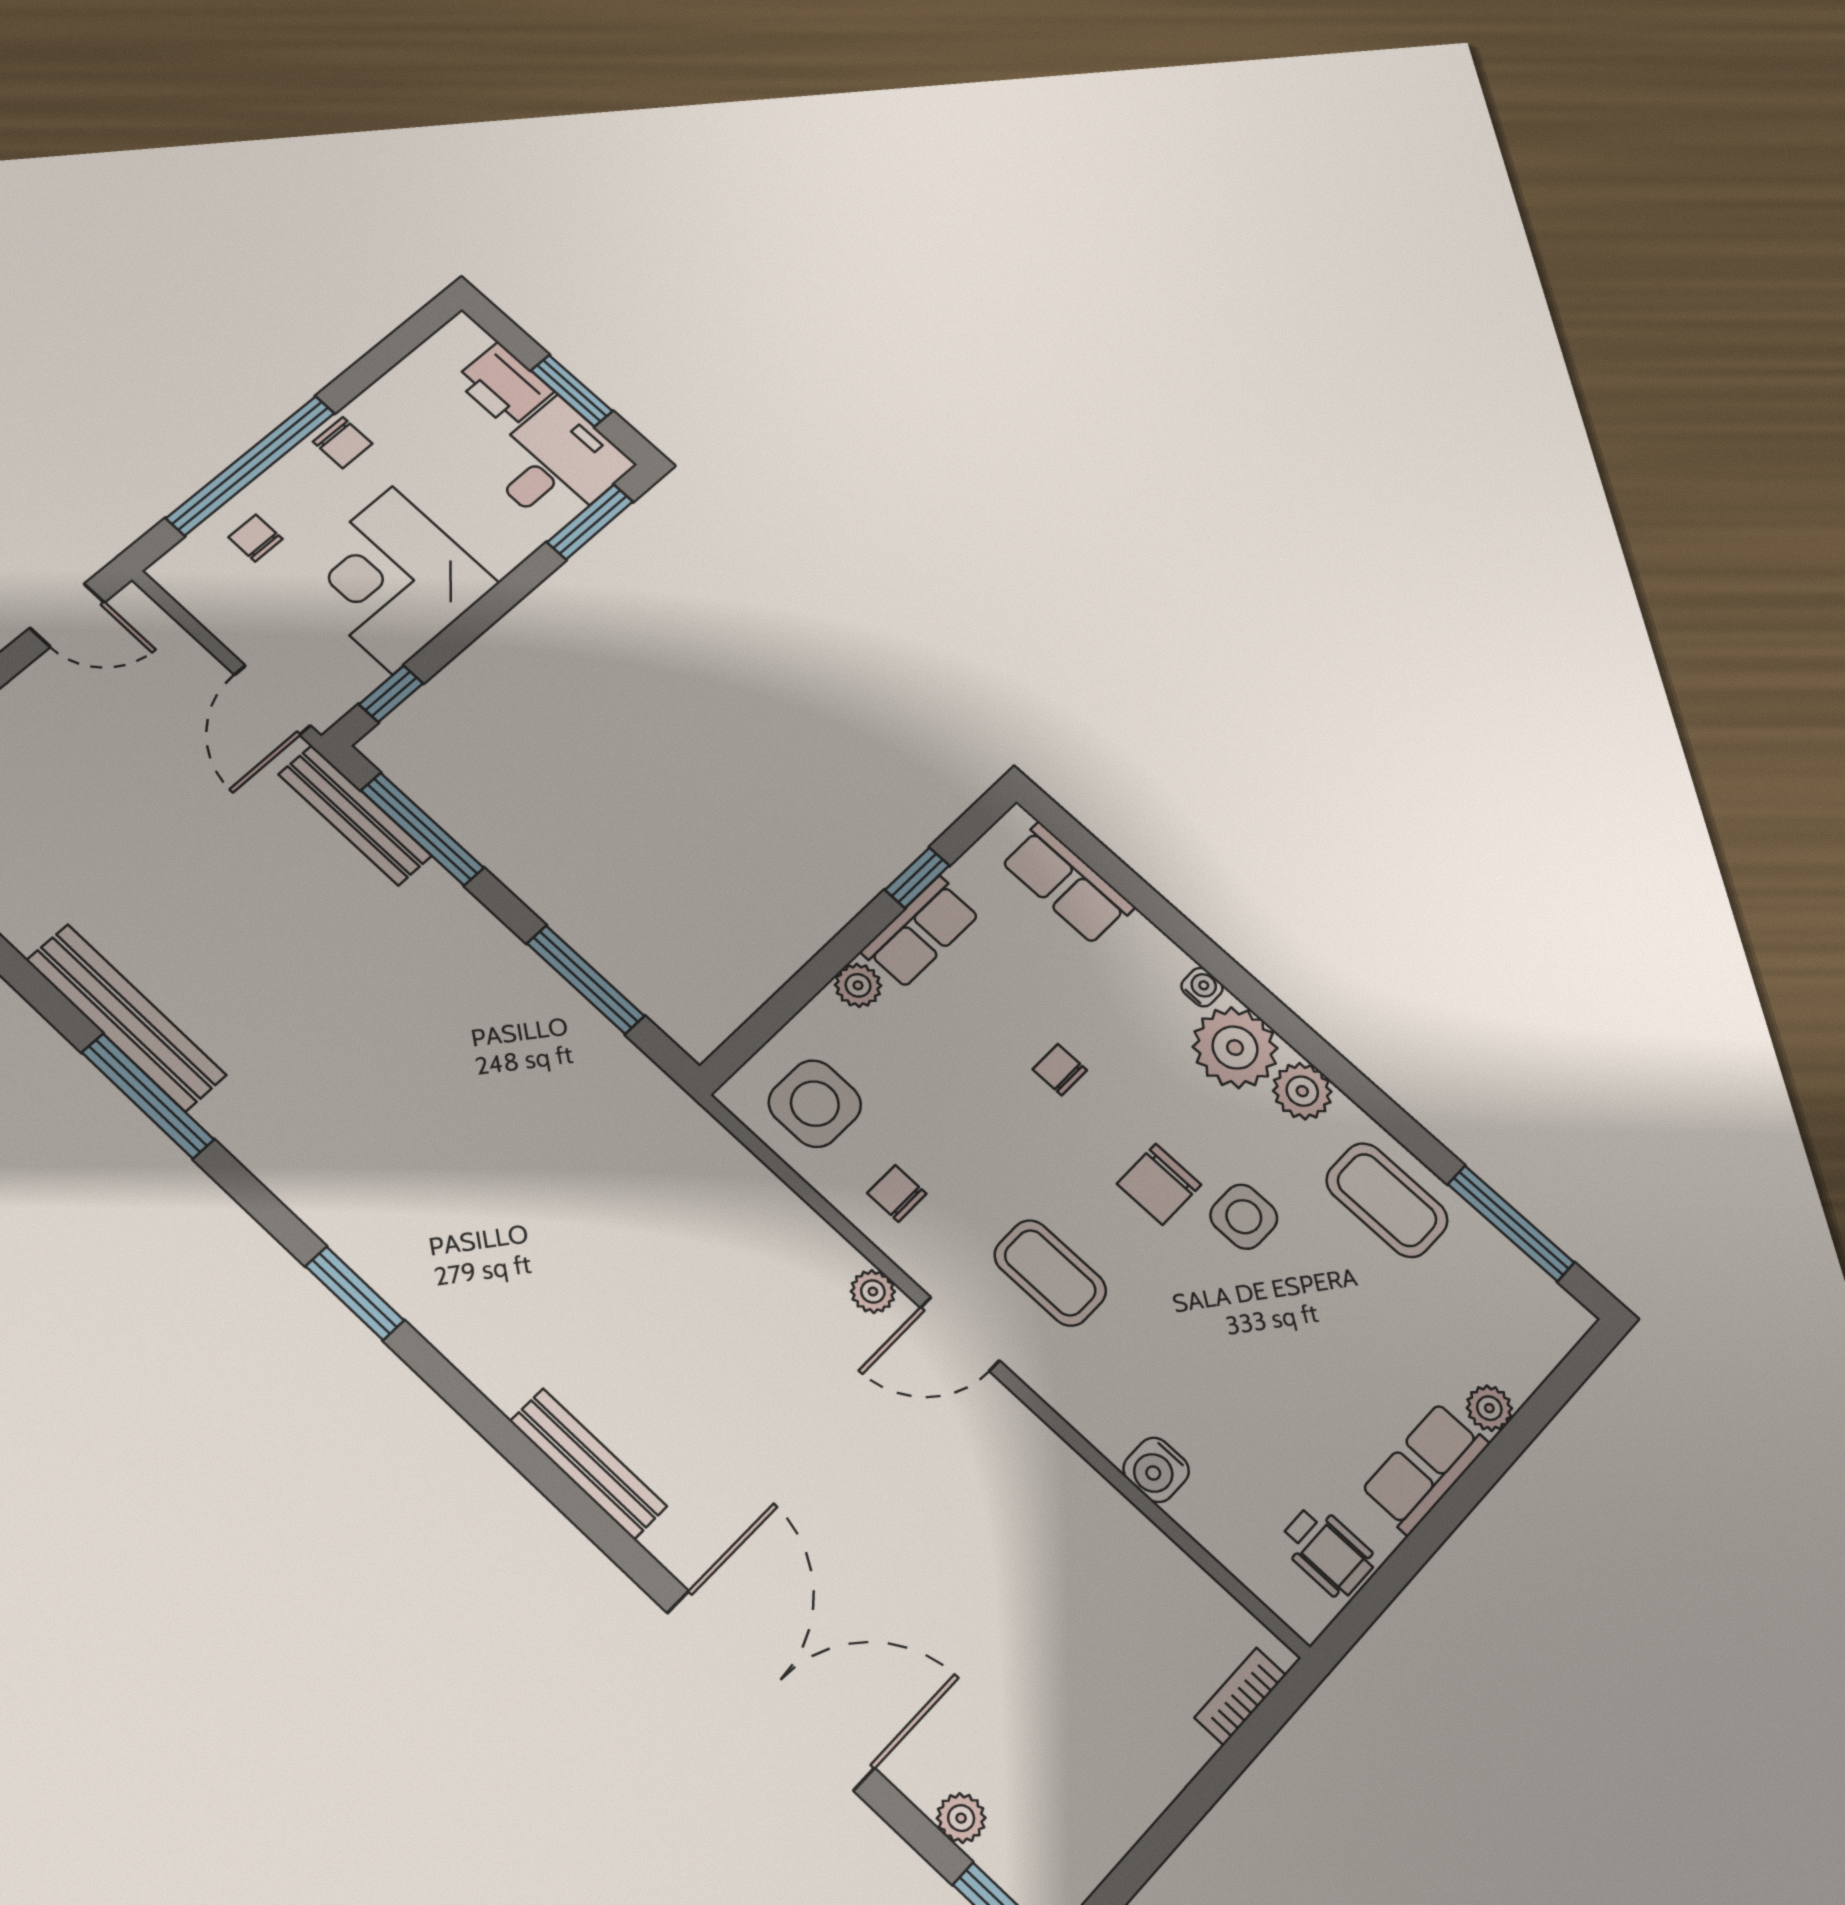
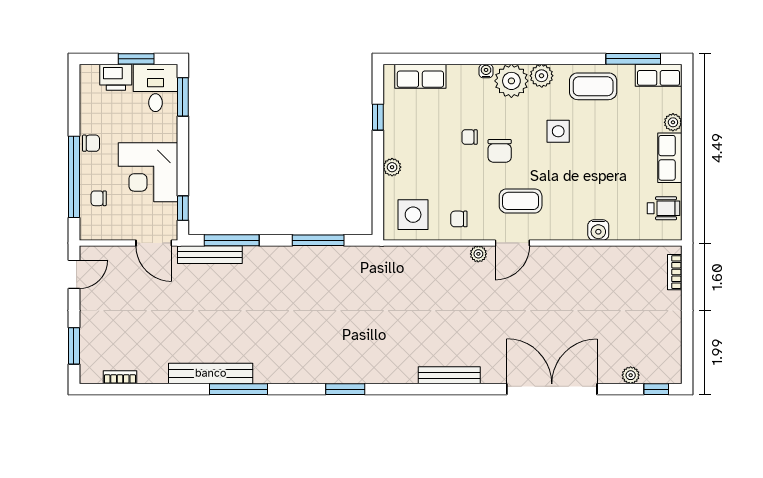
row of seats: (921, 932) -> (659, 75), moved, turned 90
chair: (1159, 1184) -> (500, 151), moved

